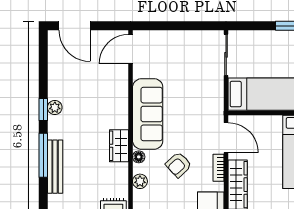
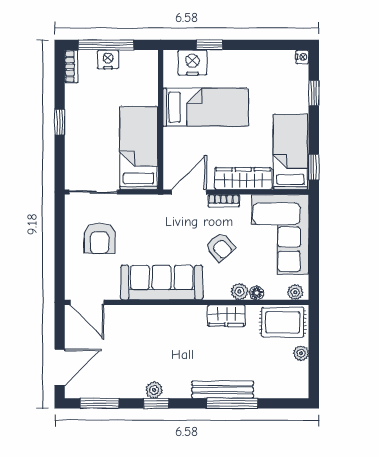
window: (43, 60) -> (100, 403), added
armchair: (186, 60) -> (100, 238), added
wardrobe: (119, 146) -> (226, 316), moved
window: (43, 155) -> (232, 403), moved
floor lamp: (139, 157) -> (257, 293), moved

